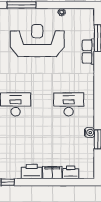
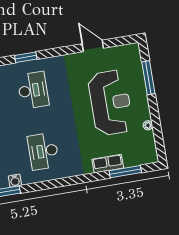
desk: (69, 104) -> (43, 151), turned 180

